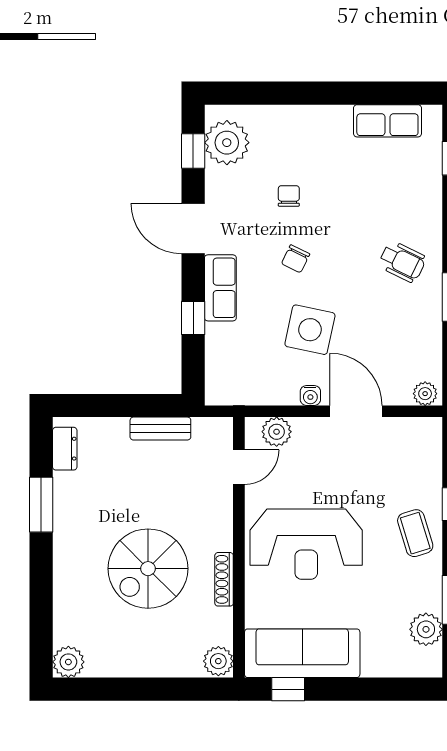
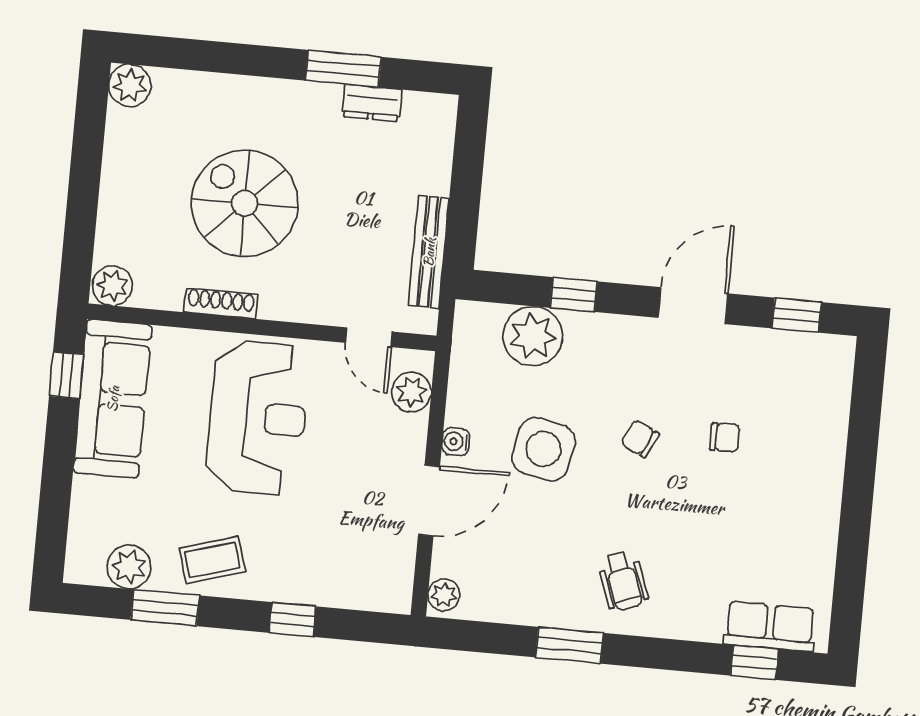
row of seats: (387, 121) -> (770, 627), moved, turned 90
plant: (227, 143) -> (533, 336), moved
wheelchair: (402, 262) -> (623, 581), turned -47
row of seats: (220, 288) -> (610, 335), removed
bench: (160, 429) -> (429, 252), width x1.36
dresser: (65, 449) -> (372, 103), moved
coffee table: (415, 533) -> (212, 560), moved
reception desk: (306, 544) -> (258, 418), turned 180

